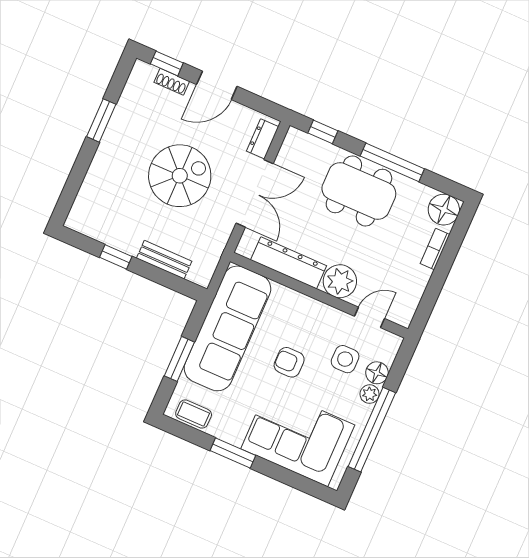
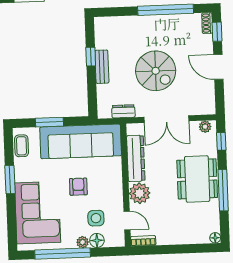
shoe rack: (172, 82) -> (207, 23), moved
window: (101, 120) -> (166, 10), width x2.11
dresser: (263, 139) -> (123, 111), moved
plant: (291, 145) -> (205, 127), added
floor lamp: (444, 210) -> (215, 238), width x0.53, depth x0.53
bookcase: (435, 249) -> (143, 241), moved
bench: (164, 260) -> (102, 67), moved

